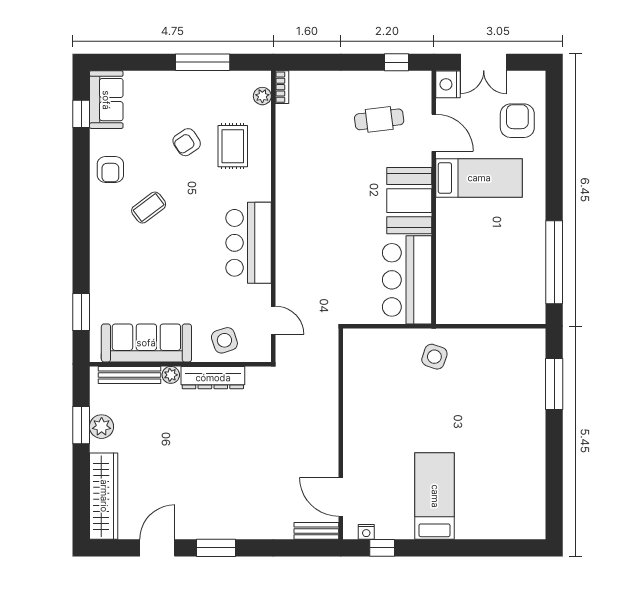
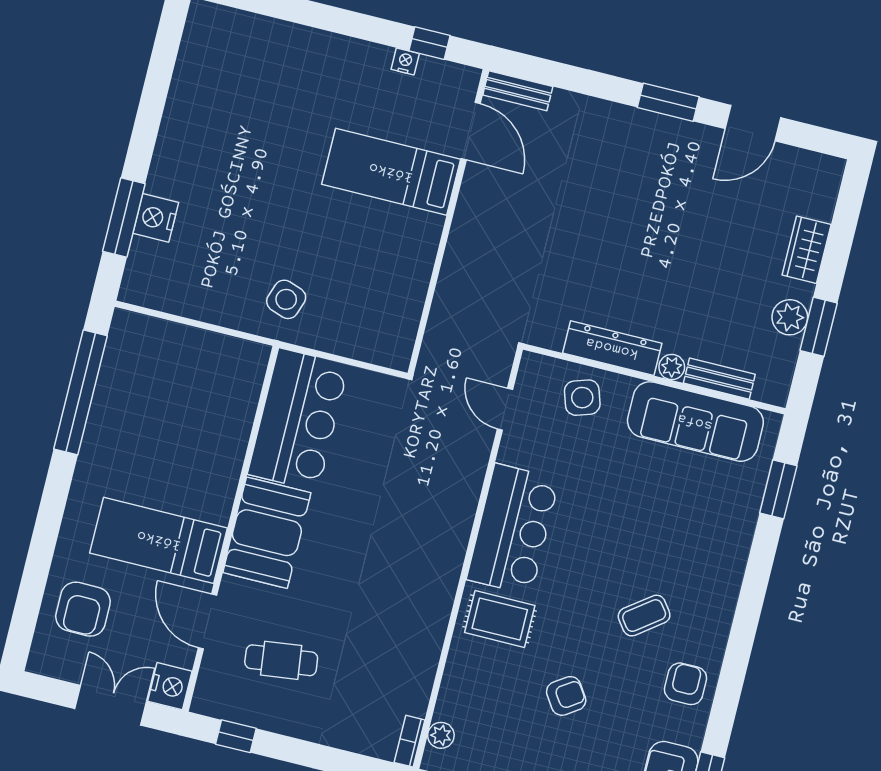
rug: (233, 146) -> (500, 619), moved, turned 90
bench: (129, 375) -> (719, 379), width x0.73
nightstand: (533, 389) -> (156, 218), added
wardrobe: (104, 496) -> (807, 250), width x0.48, depth x0.85
bed: (435, 496) -> (391, 172), moved, turned 90
nightstand: (366, 532) -> (405, 61), moved

